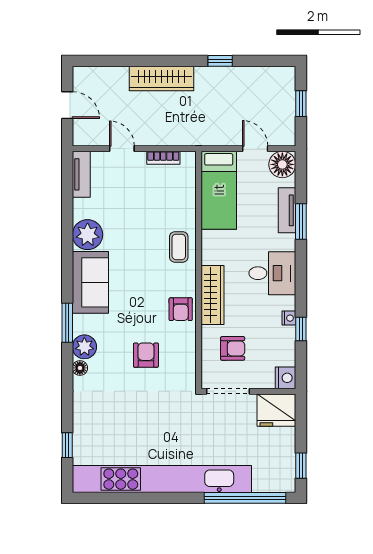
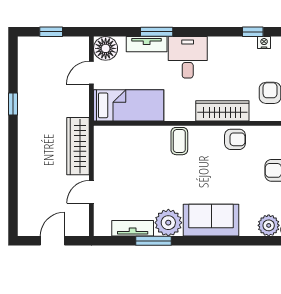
wardrobe: (161, 79) -> (78, 146), moved, turned 180
bookcase: (163, 158) -> (100, 155), removed
tv unit: (81, 174) -> (133, 228), moved
coffee table: (179, 247) -> (179, 141), turned 90
desk: (272, 273) -> (188, 57), moved
nightstand: (289, 318) -> (264, 43), moved
window: (67, 323) -> (153, 241), moved

